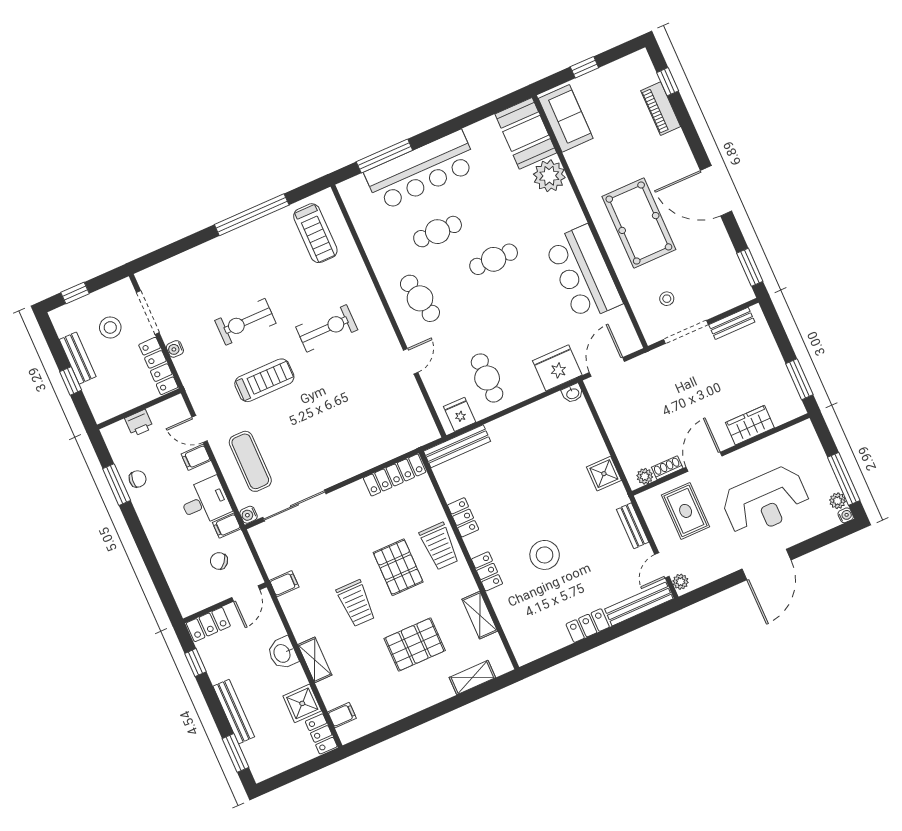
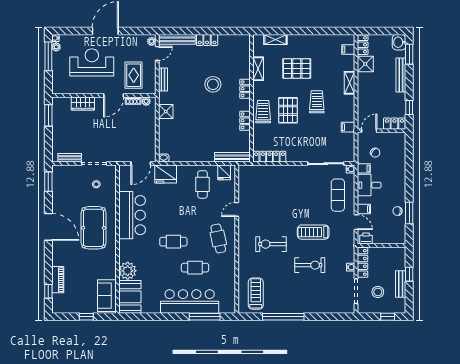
printer: (139, 423) -> (366, 238), moved
washbasin: (283, 653) -> (399, 42), moved, turned 180

